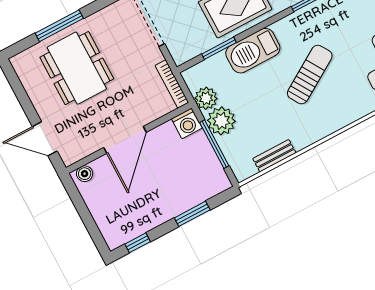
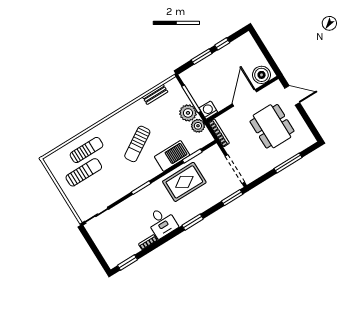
dining table: (77, 68) -> (272, 126), moved
boiler: (85, 174) -> (261, 75), width x1.86, depth x1.86
window: (138, 243) -> (222, 44), moved

